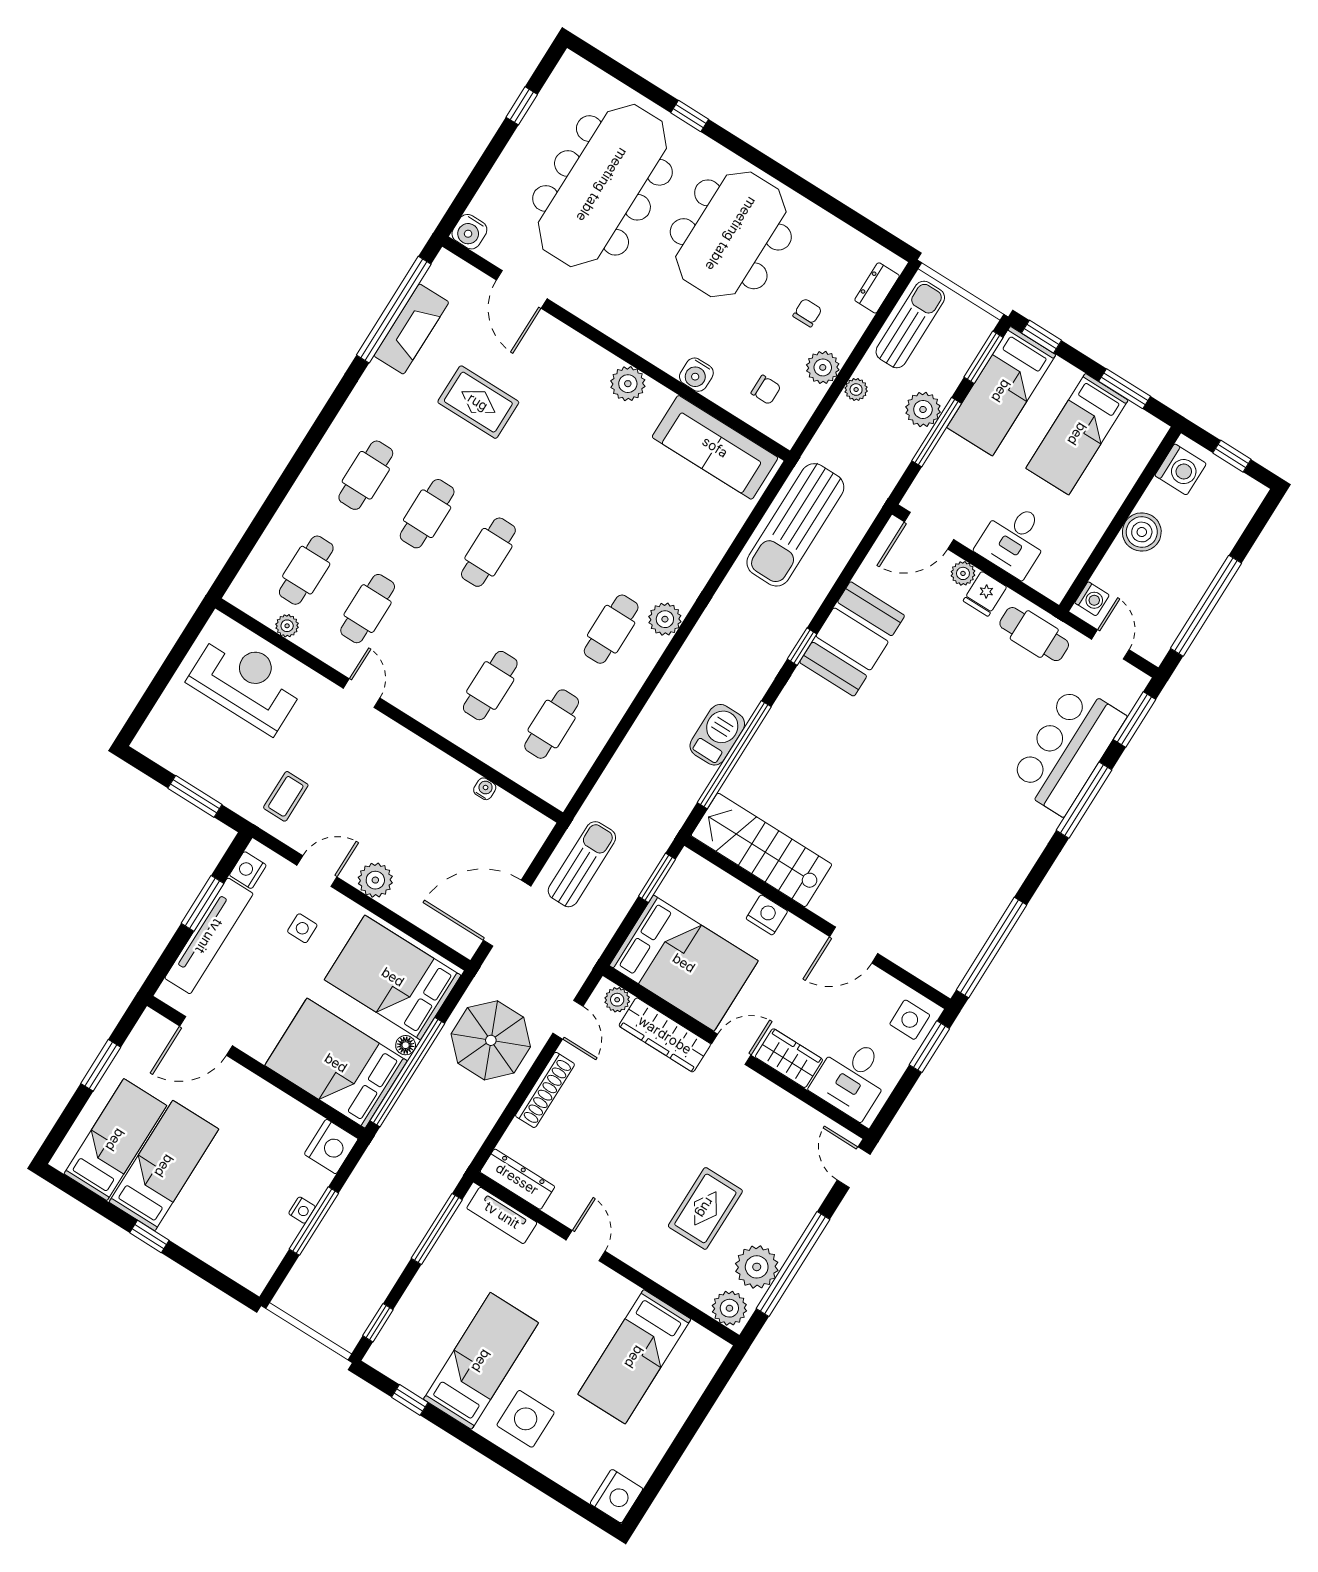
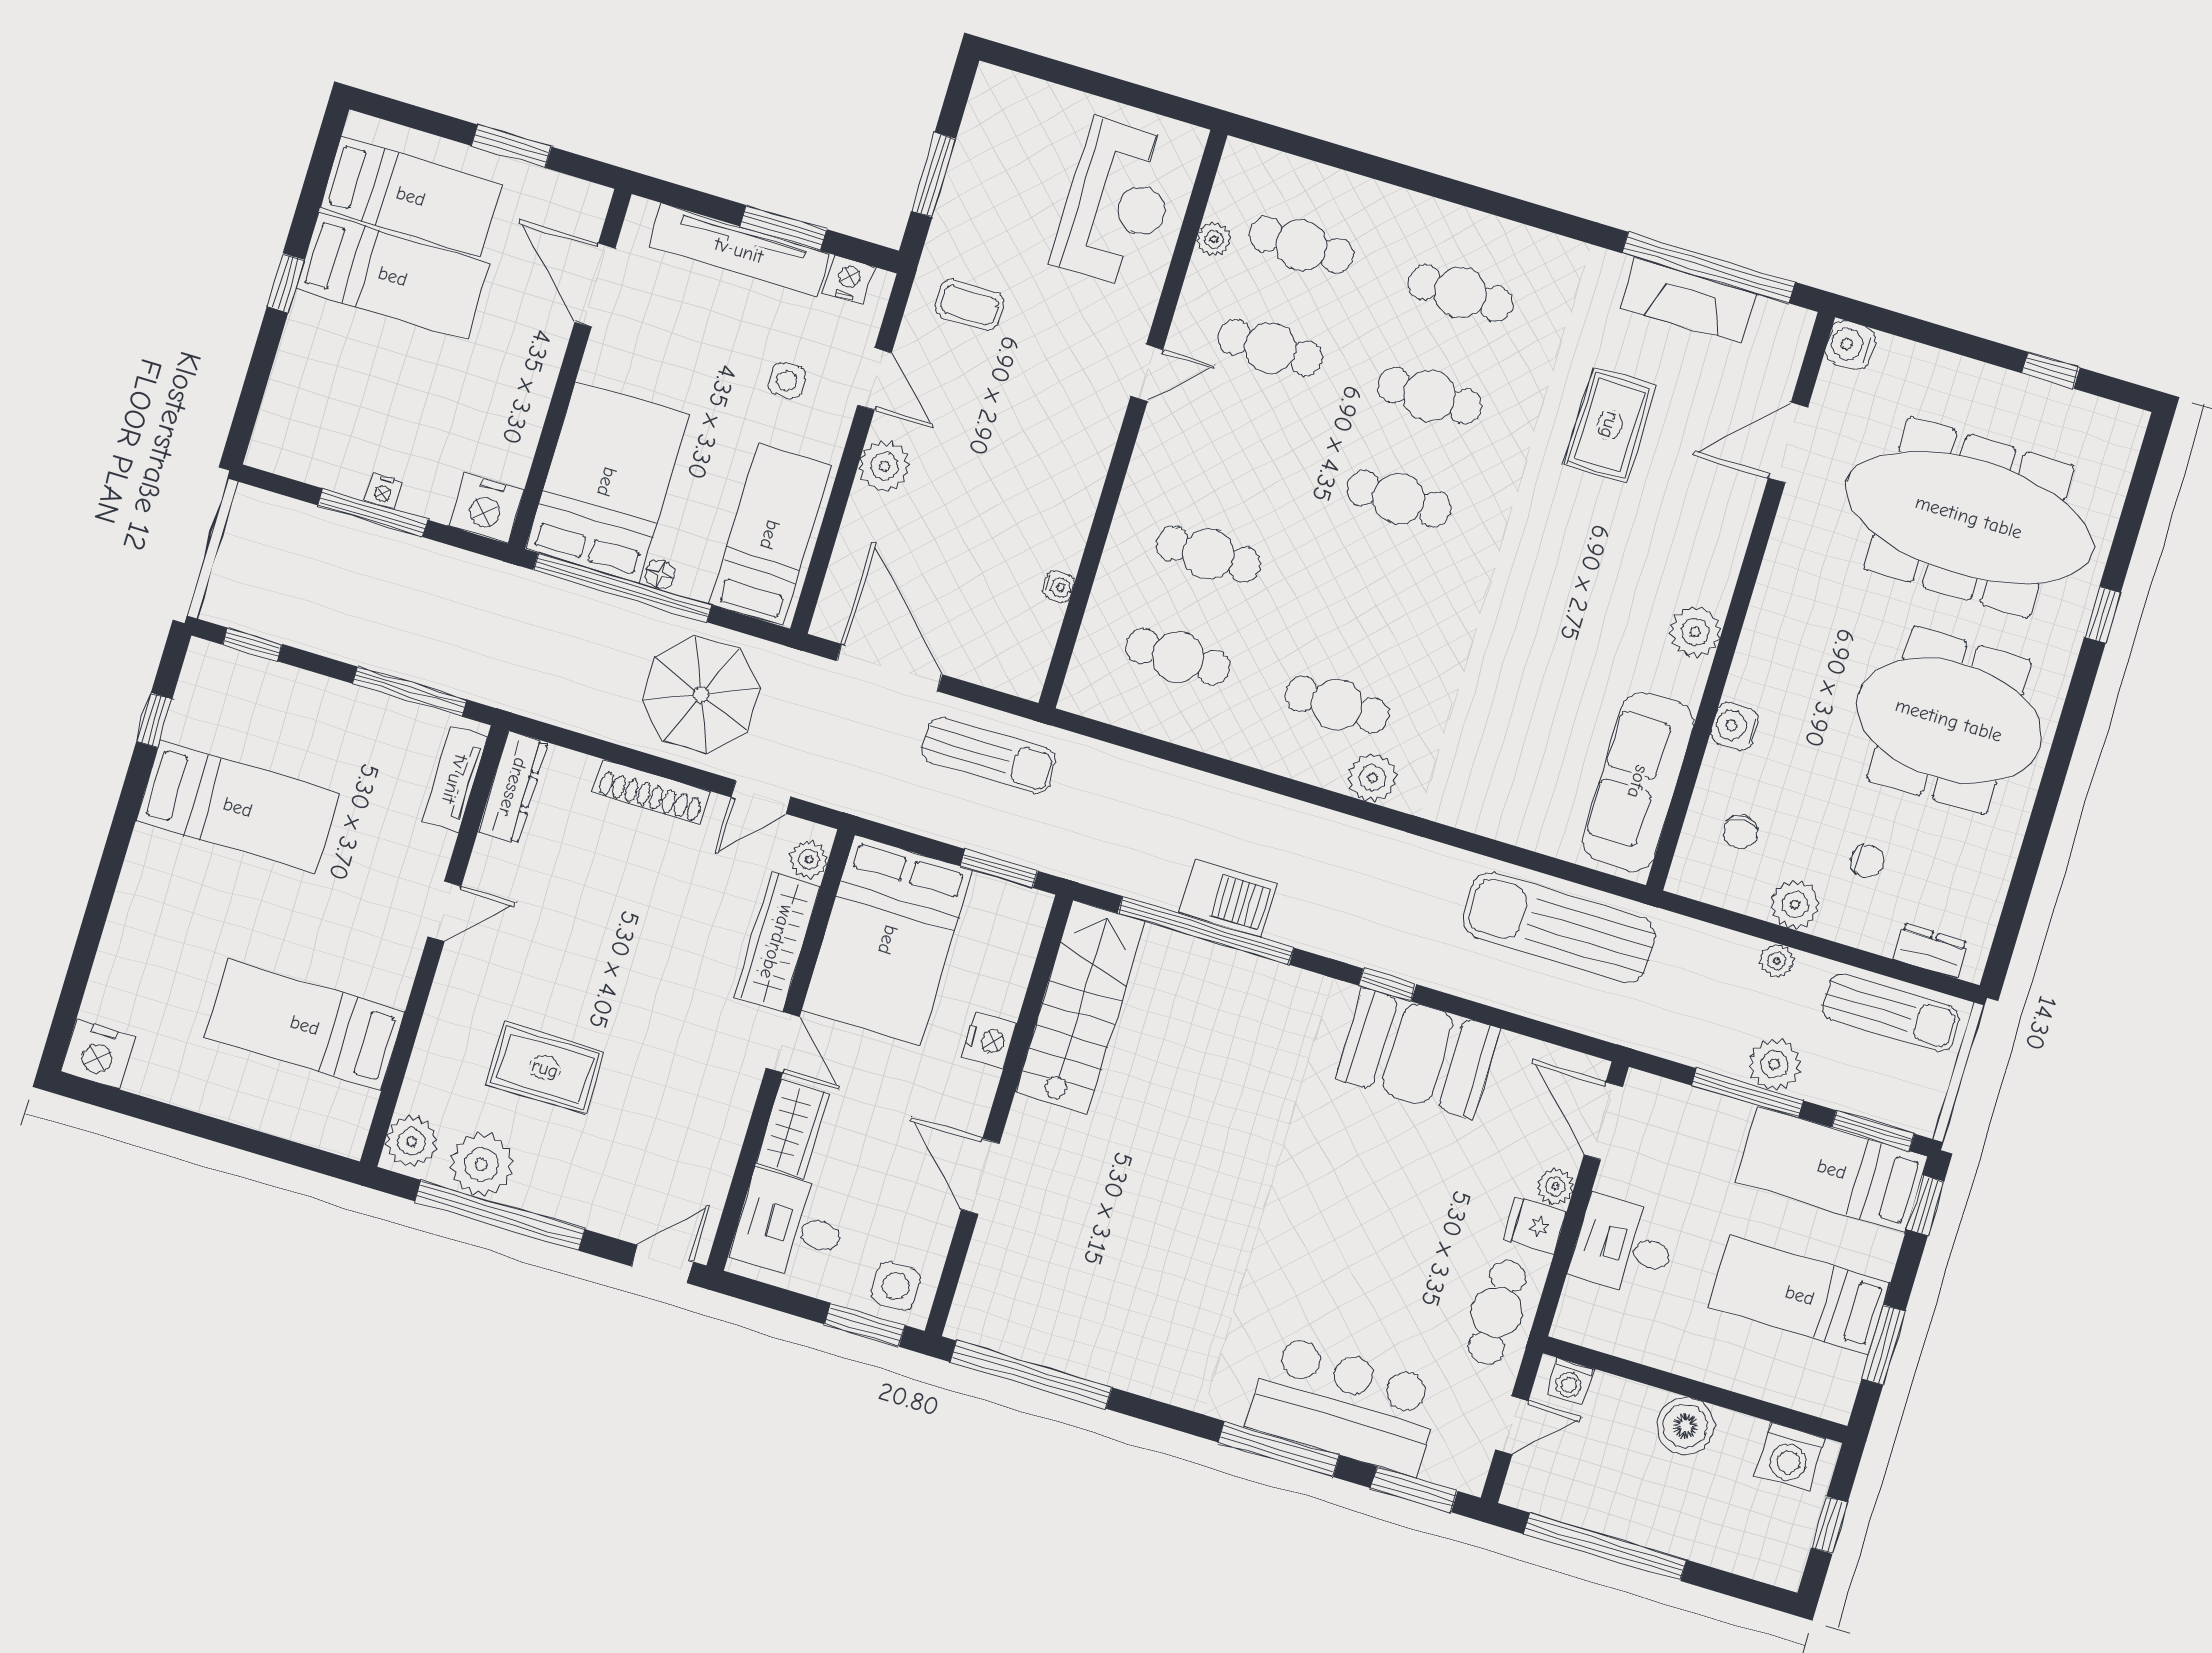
bed: (393, 977) -> (770, 535), width x0.67
side table: (526, 1419) -> (173, 894), removed

